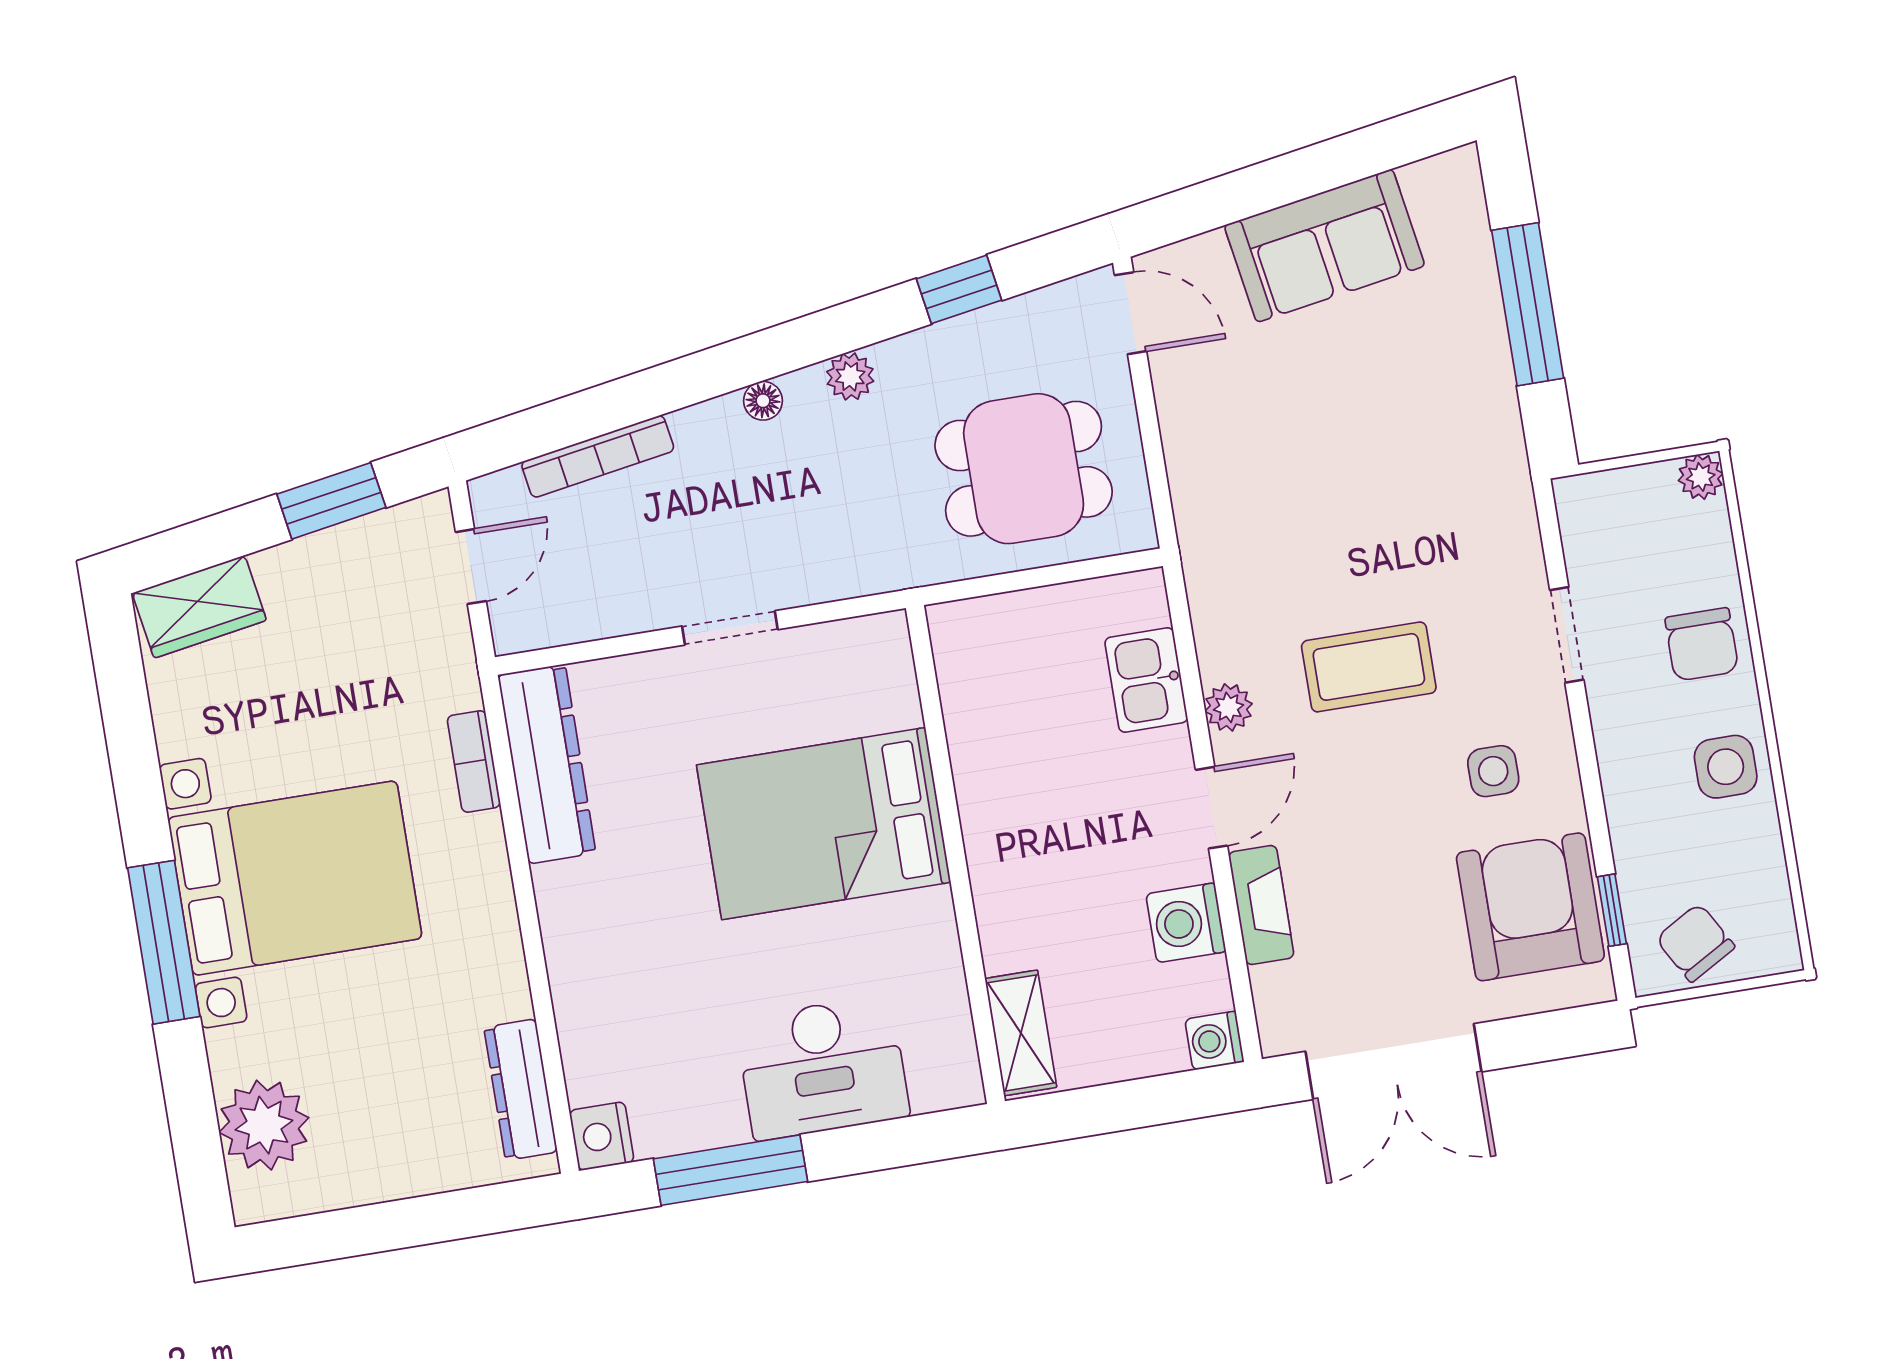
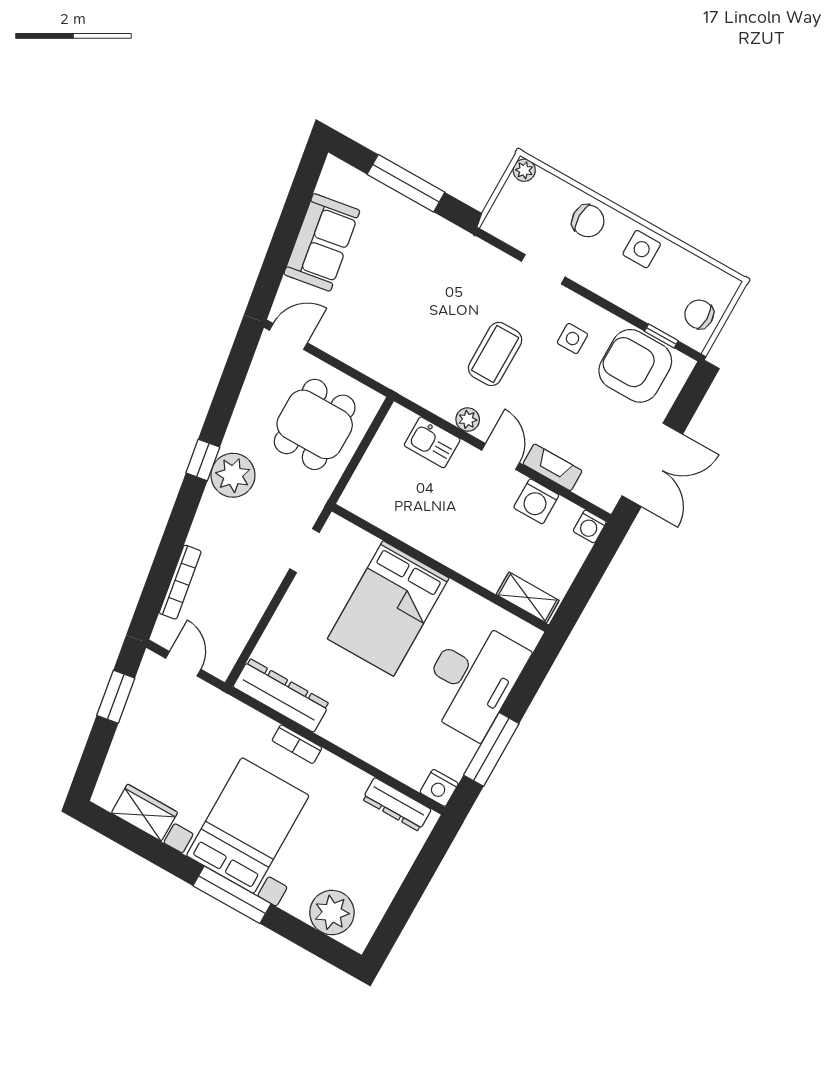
window: (959, 289) -> (203, 460), moved
plant: (850, 376) -> (233, 475), width x1.88, depth x1.88
floor lamp: (763, 401) -> (209, 503), removed
wardrobe: (199, 607) -> (144, 813), moved, turned -81
doorway: (730, 628) -> (304, 551), moved
bookcase: (474, 761) -> (297, 744), moved
chair: (1695, 943) -> (699, 314), turned 30
desk: (823, 1068) -> (473, 679), width x1.36, depth x1.30

